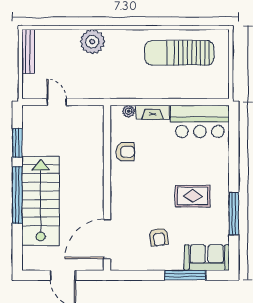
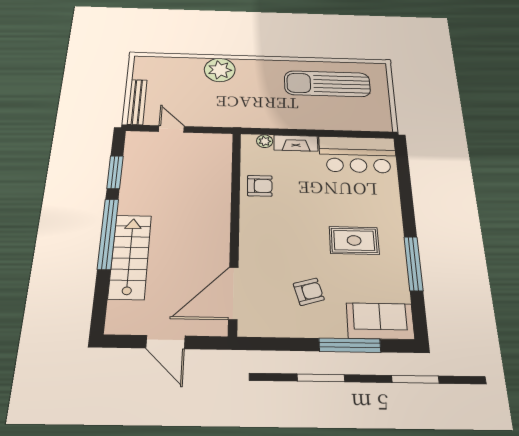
bench: (28, 52) -> (137, 102), moved
stairs: (41, 201) -> (130, 256), width x0.73, depth x0.66
armchair: (159, 237) -> (309, 292), turned -99

